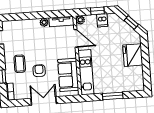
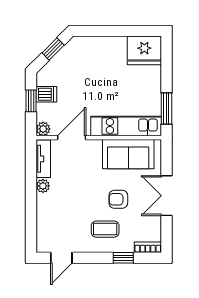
fridge: (133, 55) -> (144, 50), moved
window: (113, 96) -> (166, 108), moved

